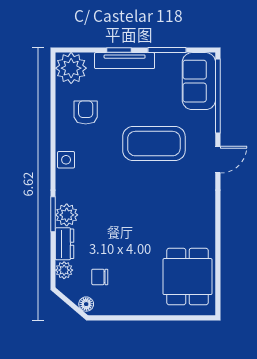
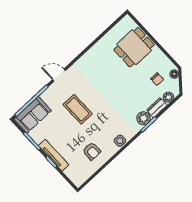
plant: (71, 68) -> (78, 175), removed
armchair: (86, 113) -> (92, 151), turned -90
coffee table: (154, 144) -> (78, 109), width x0.73, depth x0.76
dining table: (187, 277) -> (134, 47), moved

